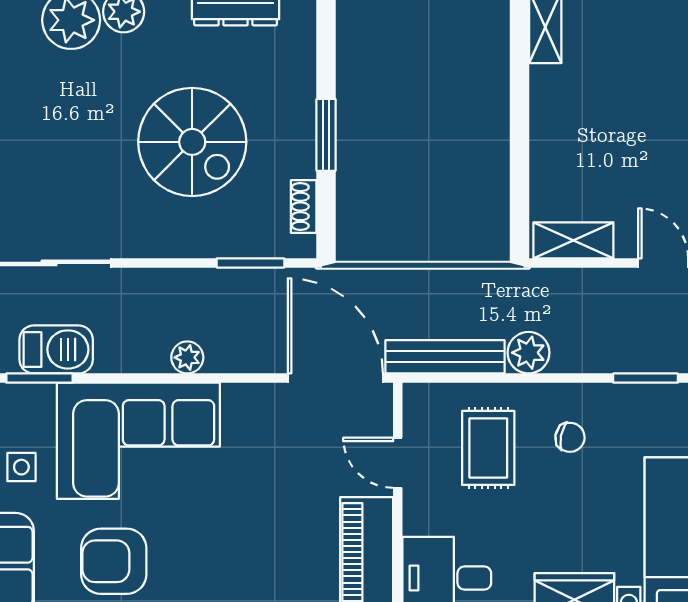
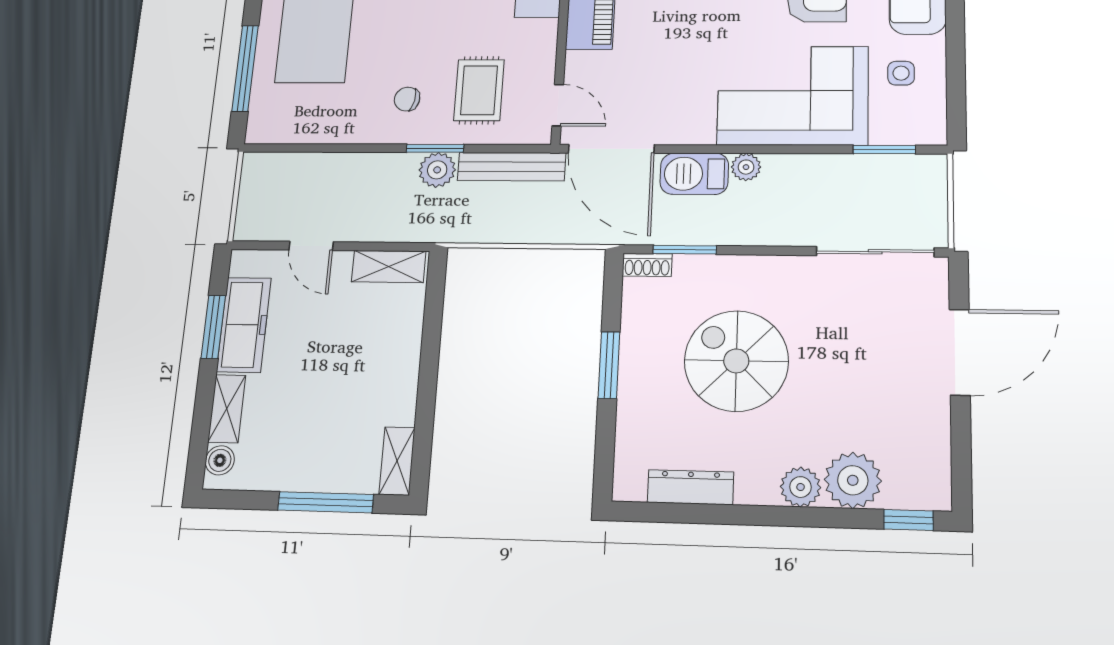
shoe rack: (304, 206) -> (647, 265), moved, turned 90
barbecue: (56, 349) -> (694, 174), moved
window: (646, 378) -> (435, 148), moved
door: (398, 463) -> (558, 105), moved

